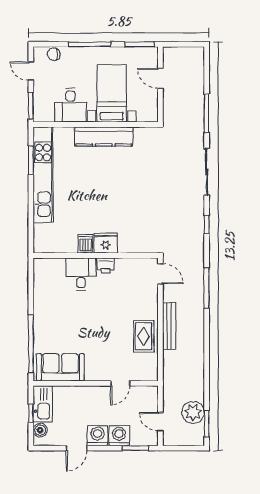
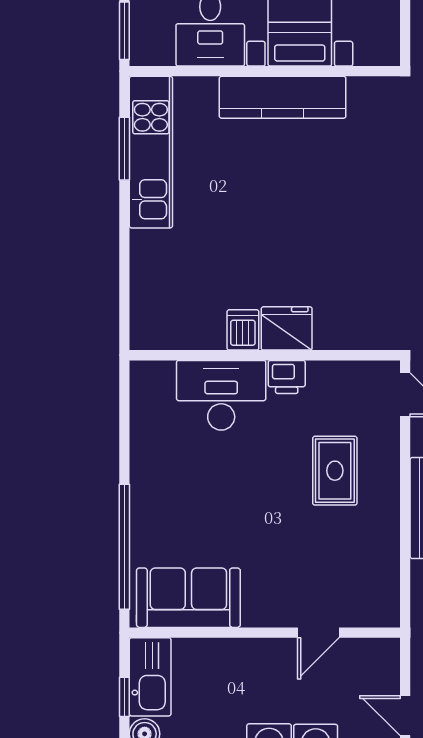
kitchen unit: (43, 175) -> (151, 152), width x0.73
desk: (81, 274) -> (221, 395), width x1.37
rug: (144, 336) -> (335, 471), moved

